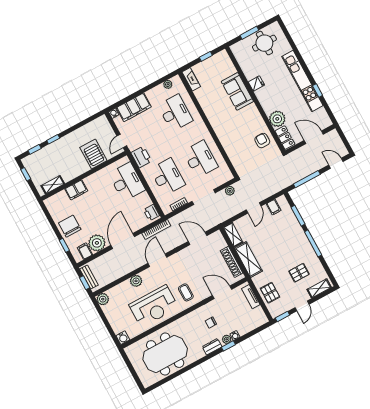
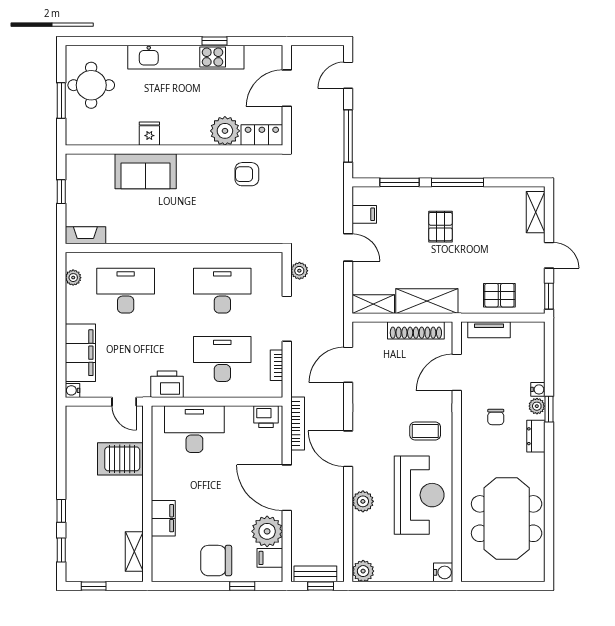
pallet: (299, 273) -> (440, 227), moved

